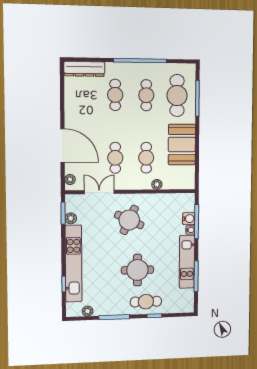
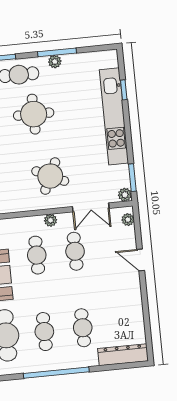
door: (63, 146) -> (141, 260), width x0.53
plant: (157, 184) -> (51, 220), moved
plant: (71, 218) -> (125, 195), moved
plant: (88, 311) -> (55, 62), moved

